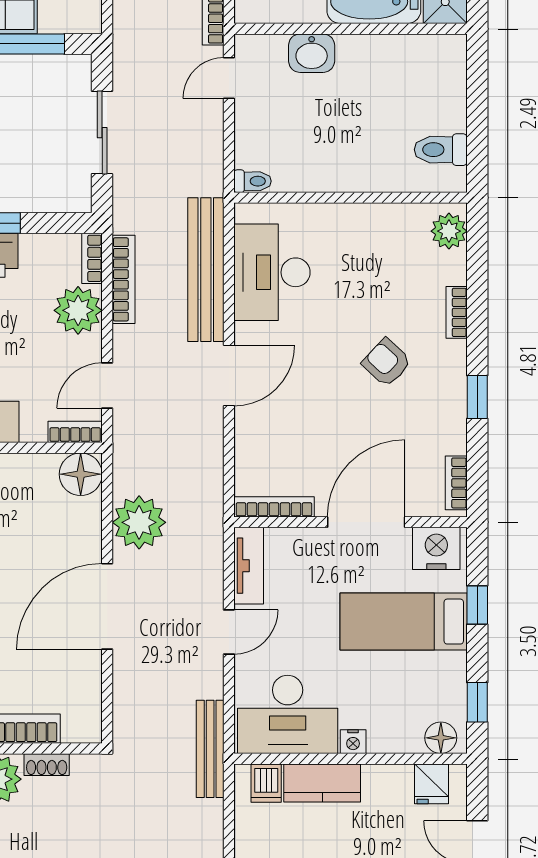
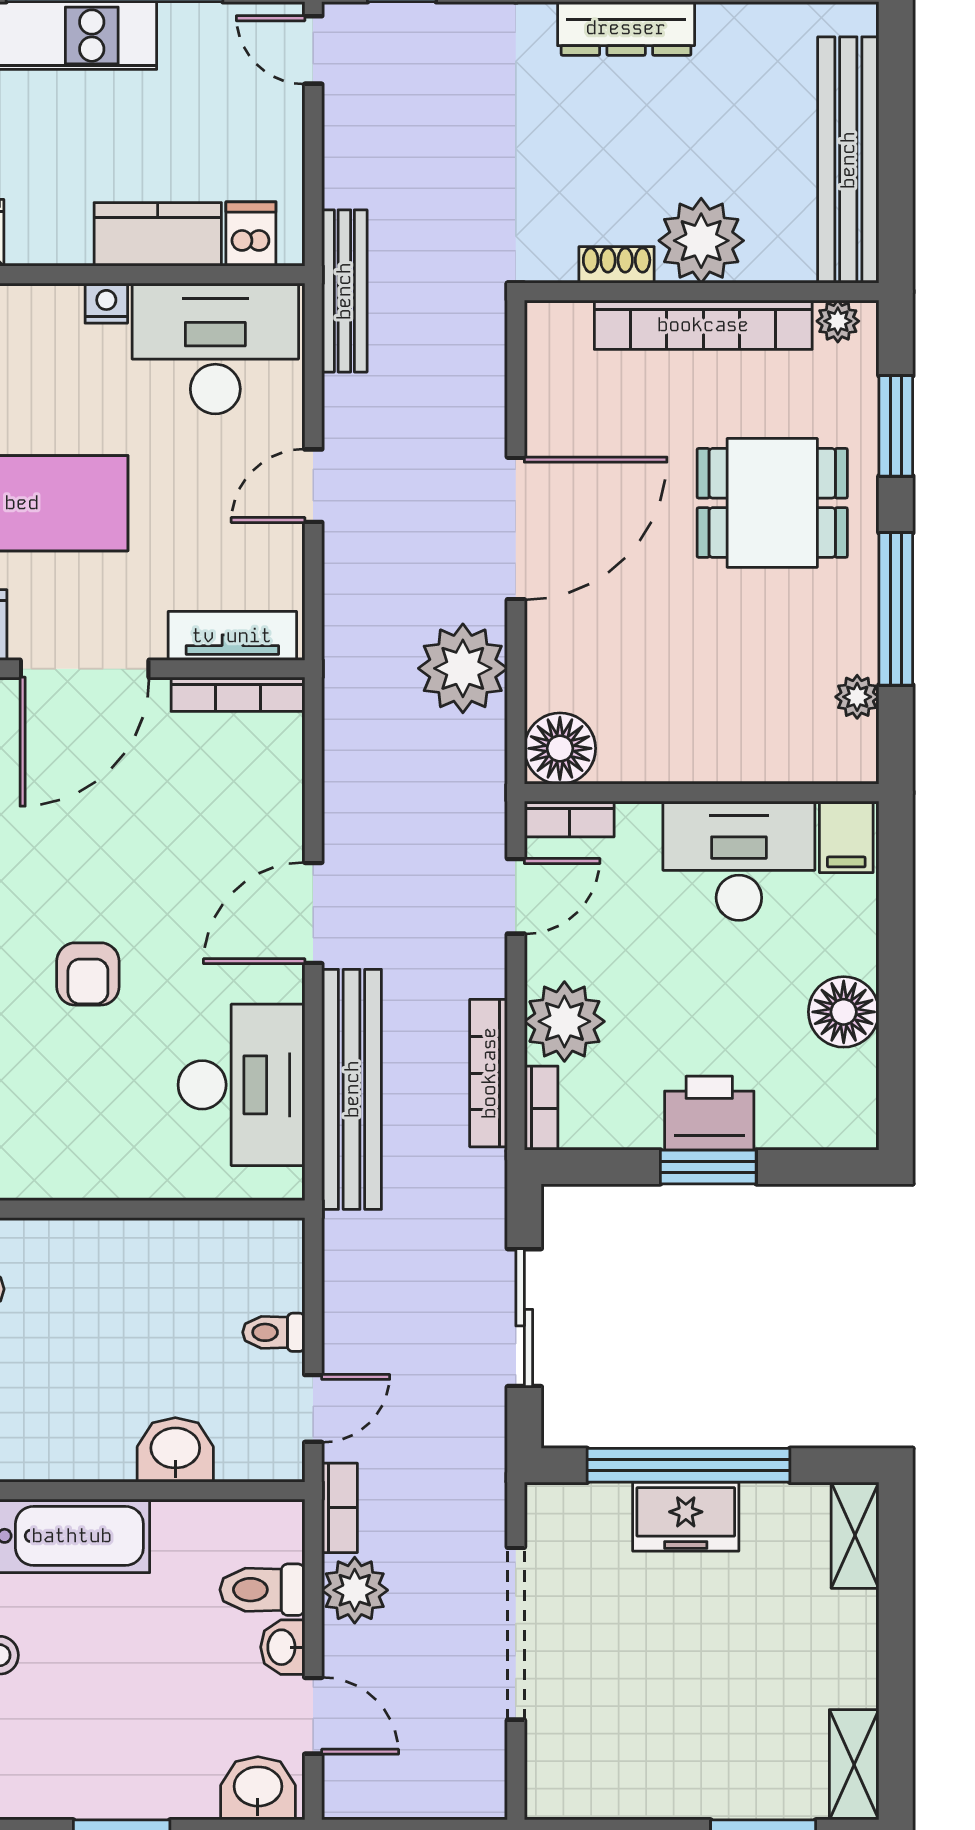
toilet: (253, 181) -> (274, 1332), moved
armchair: (387, 363) -> (88, 974), moved, turned 47
tv unit: (249, 566) -> (232, 636), moved, turned 90

